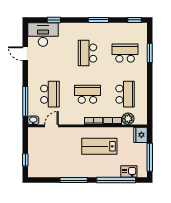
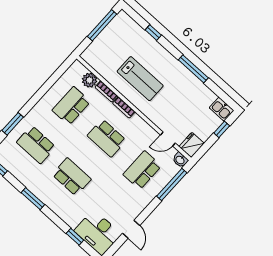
school desk: (87, 53) -> (72, 177), turned -90
fridge: (140, 135) -> (192, 145), moved, turned 180
kitchen sink: (129, 172) -> (222, 109), moved
window: (116, 180) -> (153, 32), width x0.32

